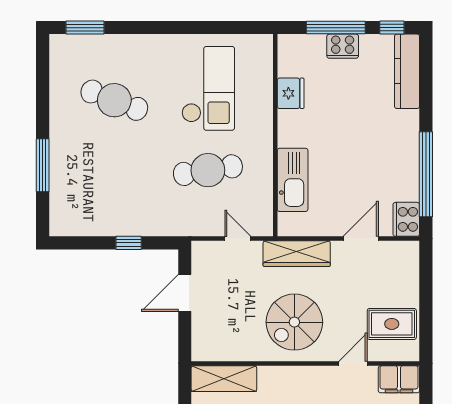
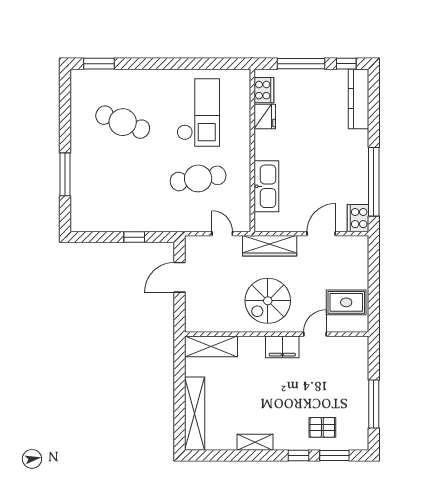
cooker: (343, 46) -> (264, 90), moved, turned -90
filing cabinet: (399, 379) -> (282, 347), moved

